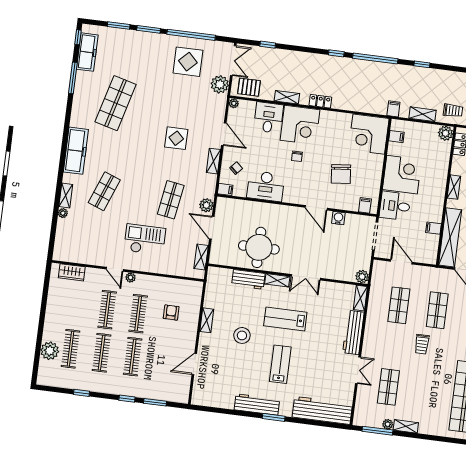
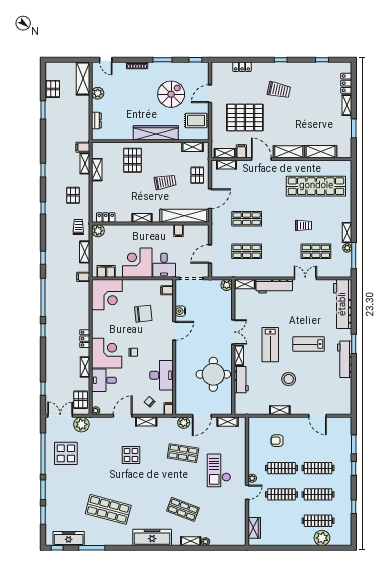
filing cabinet: (396, 137) -> (106, 271), width x2.00
trolley: (422, 344) -> (303, 225), moved

